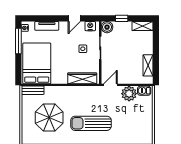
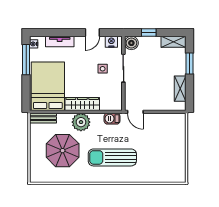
window: (156, 44) -> (189, 64), added
wardrobe: (82, 78) -> (82, 104), moved
door: (110, 85) -> (135, 112), swing flipped
barbecue: (144, 91) -> (112, 119), moved
plant: (129, 94) -> (81, 122), moved

